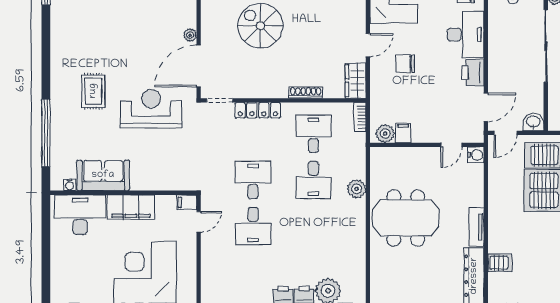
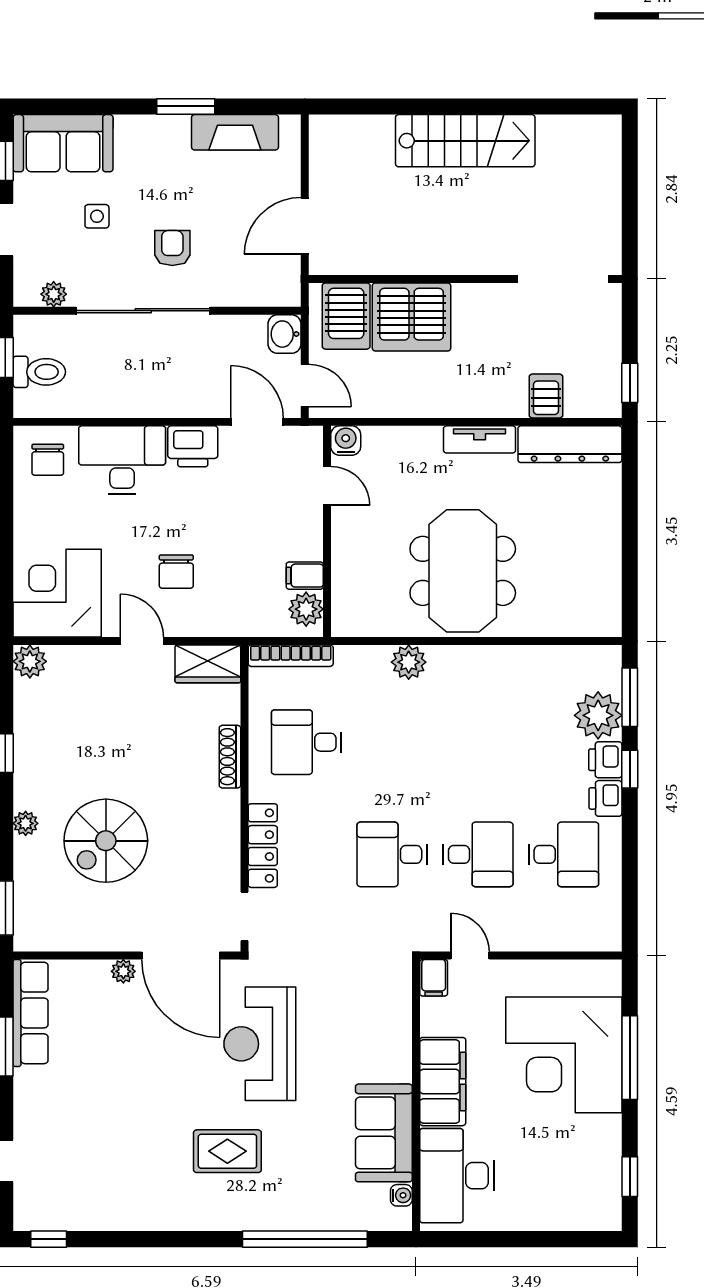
bookcase: (360, 117) -> (291, 656), width x1.56
desk: (313, 180) -> (564, 854), moved

